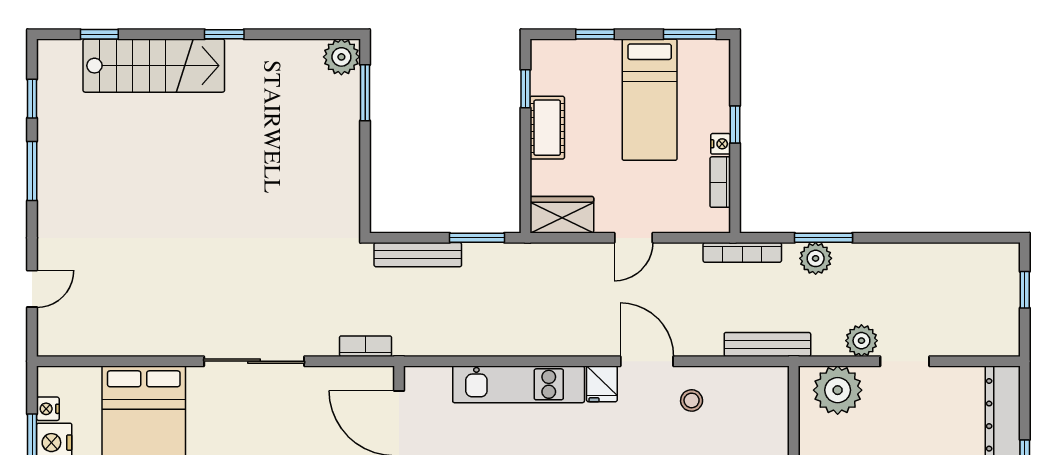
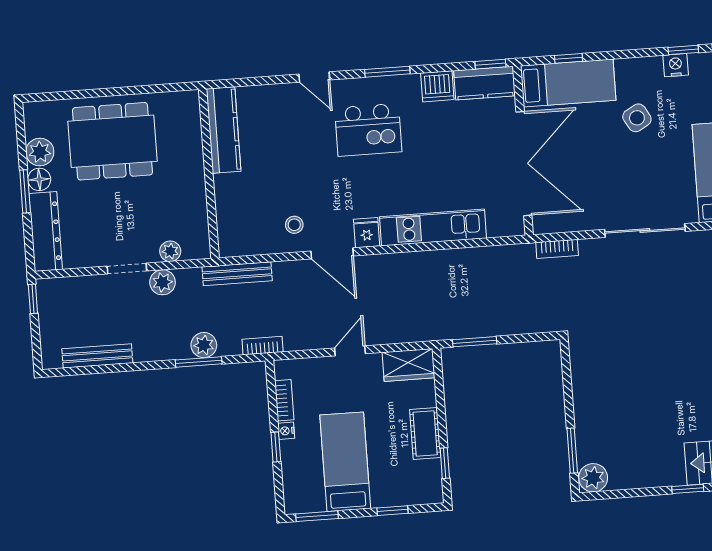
bookcase: (742, 252) -> (263, 346), width x0.64
bench: (418, 255) -> (97, 356), moved
window: (1025, 290) -> (33, 299), moved
plant: (838, 390) -> (170, 251), width x0.53, depth x0.53

